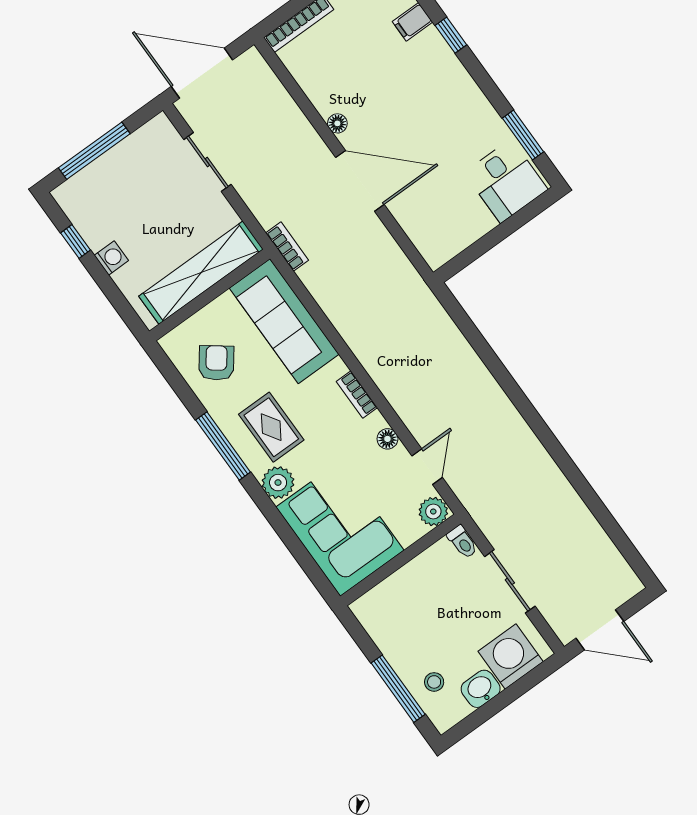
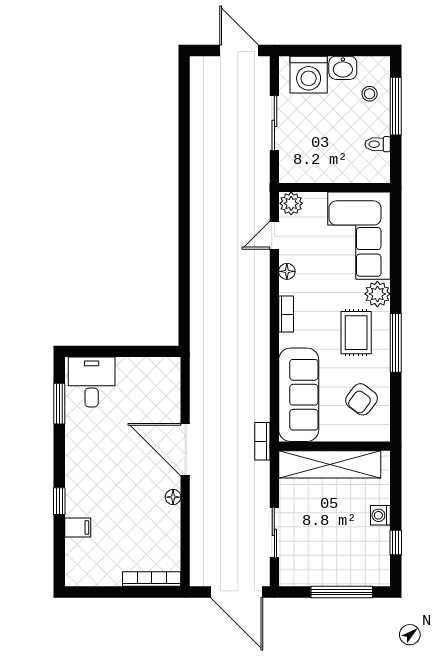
toilet: (462, 542) -> (378, 144), moved, turned -90

